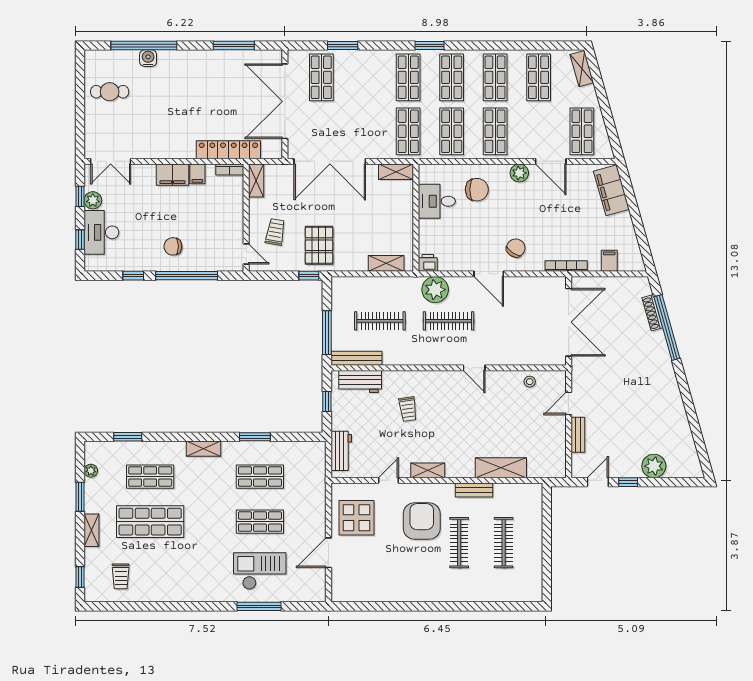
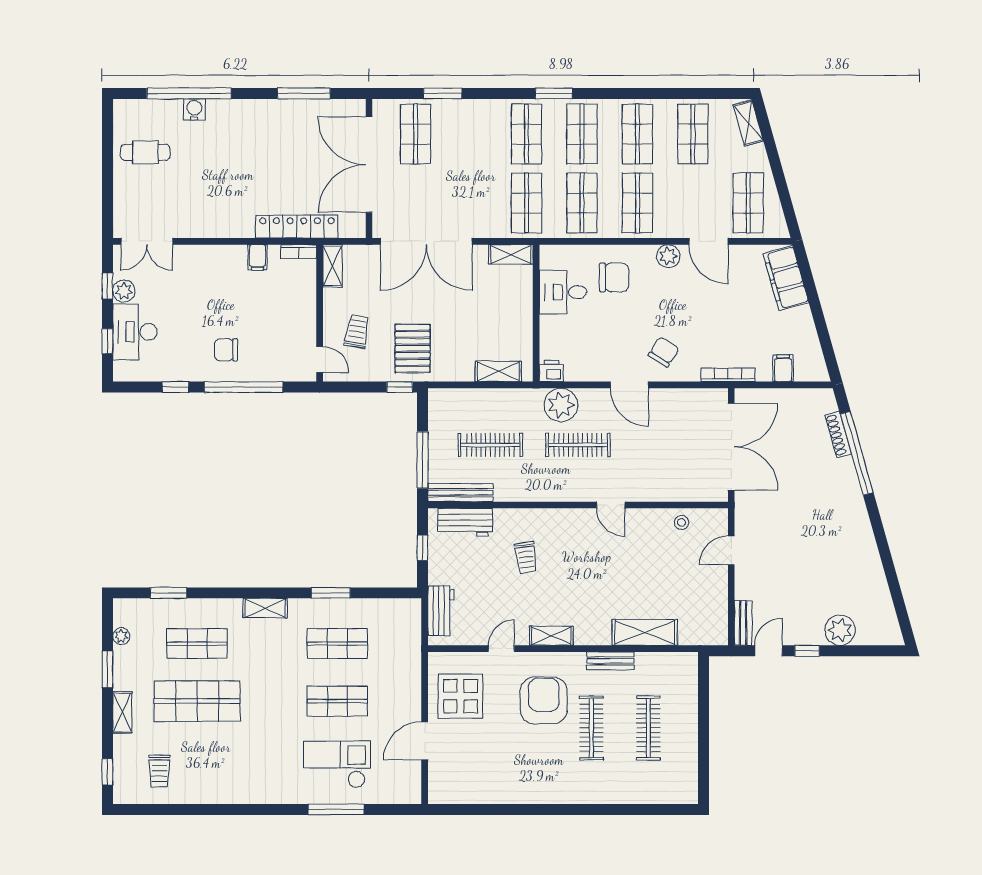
filing cabinet: (172, 175) -> (226, 258), removed
bench: (578, 435) -> (743, 623), moved

